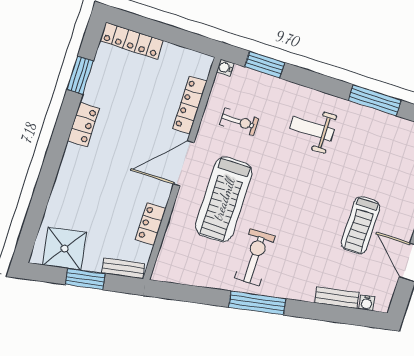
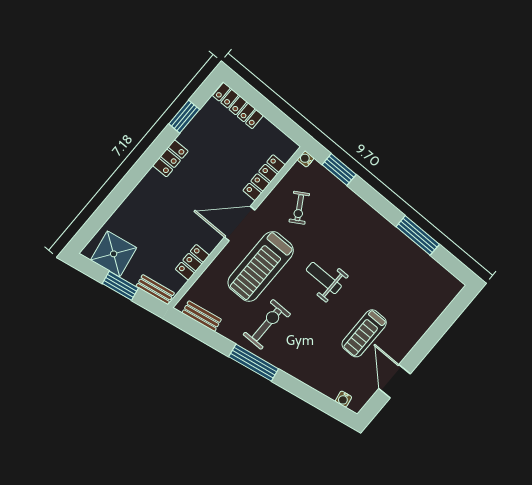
exercise bike: (239, 121) -> (299, 208), turned 59
weight bench: (312, 129) -> (324, 278), moved
bench: (337, 298) -> (202, 316), moved

